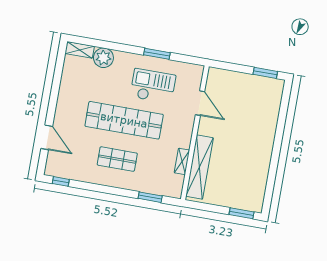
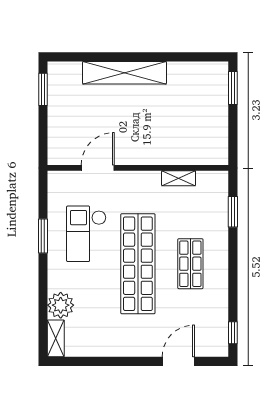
shelving: (200, 167) -> (125, 73), moved

